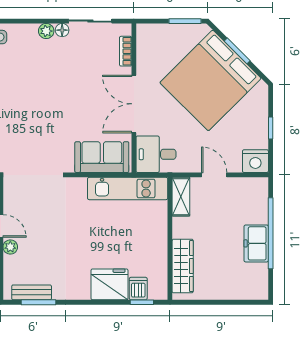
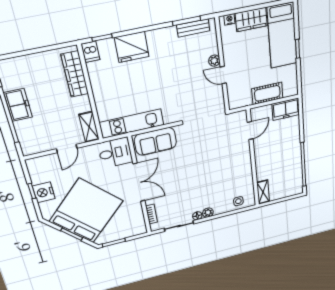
nightstand: (255, 161) -> (44, 192), moved, turned -90
door: (214, 175) -> (67, 148), hinge flipped
dishwasher: (138, 289) -> (90, 52), moved

